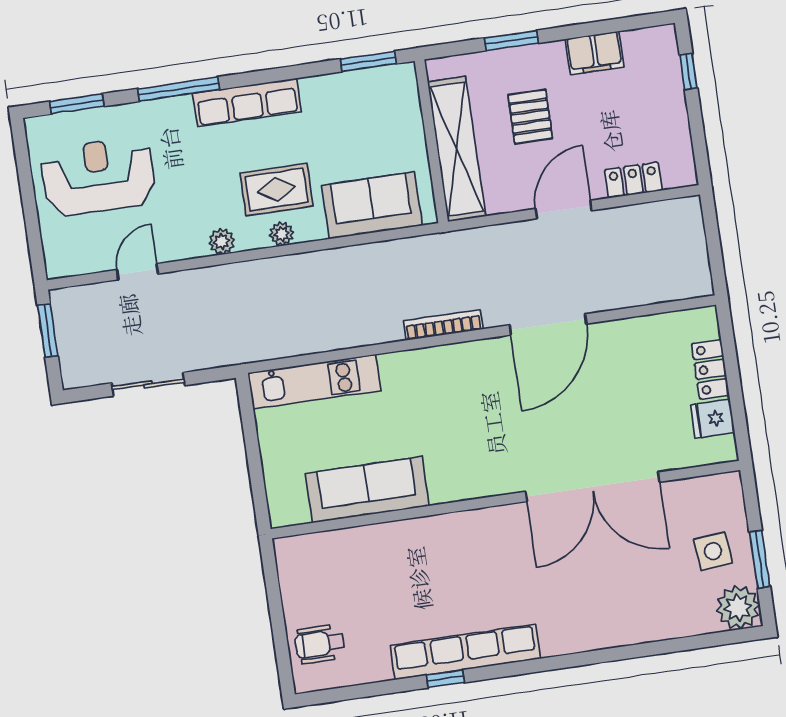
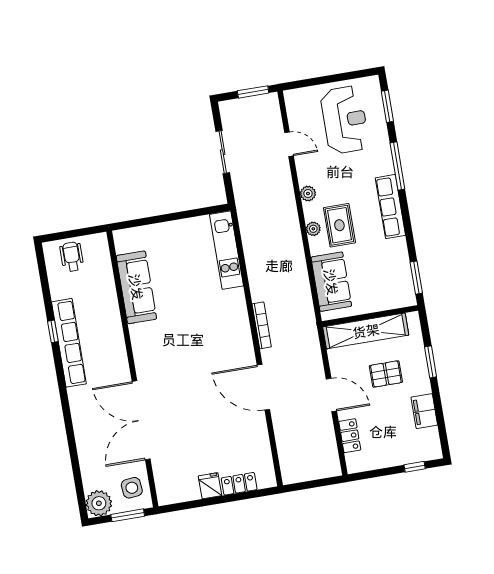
double door: (593, 487) -> (141, 420), moved
sofa: (367, 490) -> (136, 287), moved
wall: (505, 500) -> (132, 369), moved

